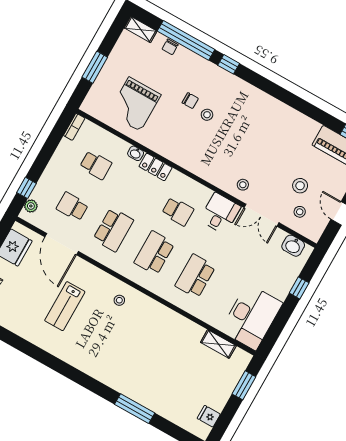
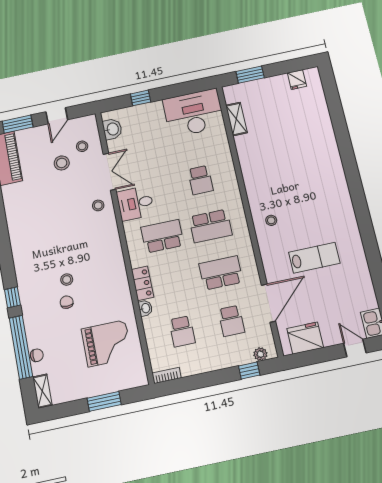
school desk: (96, 165) -> (182, 331), turned 180
school desk: (178, 211) -> (162, 236), width x1.85
school desk: (195, 276) -> (200, 180), width x0.54
window: (135, 409) -> (343, 137), removed

